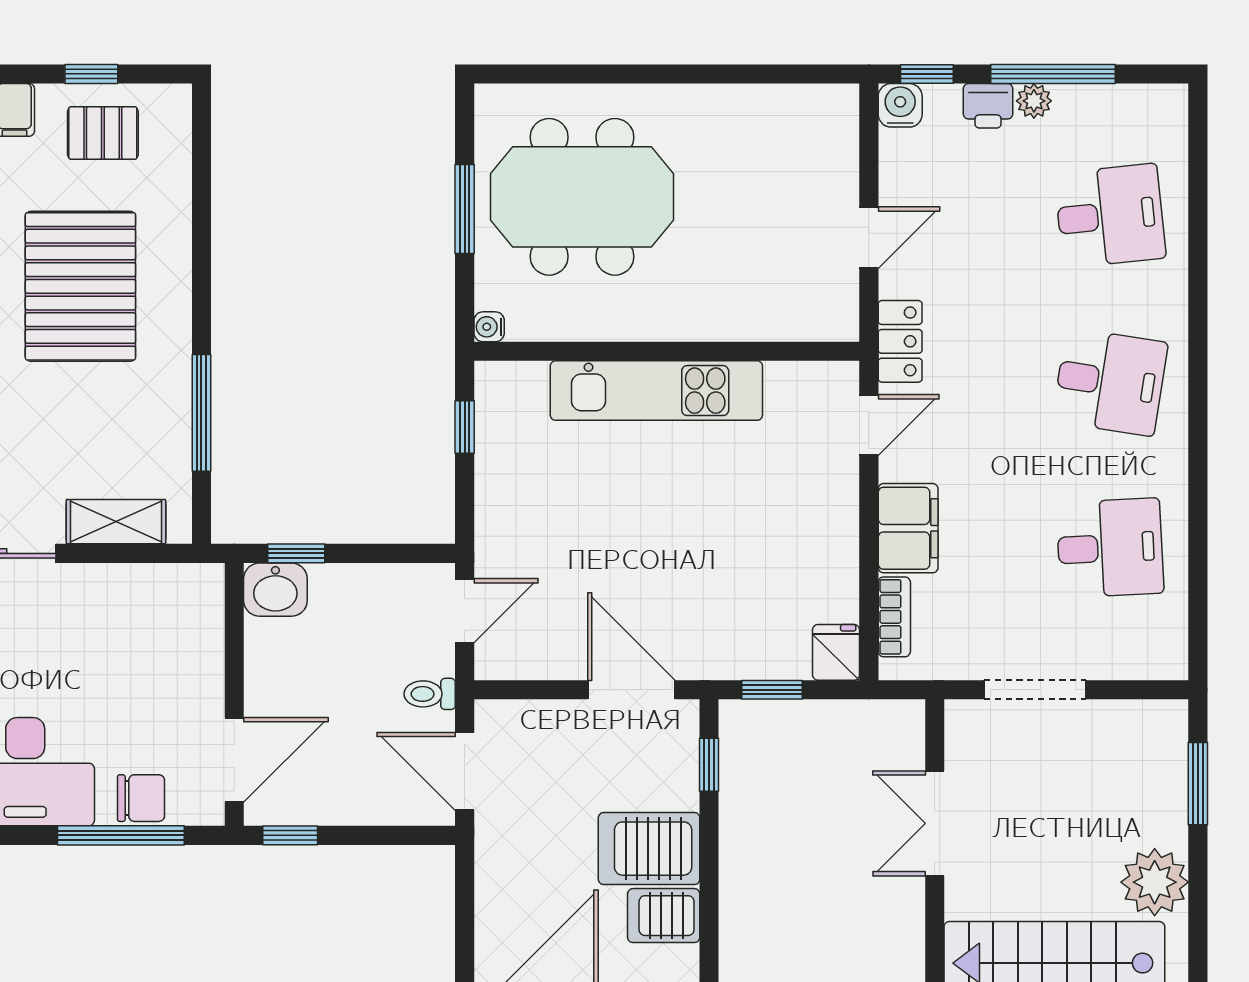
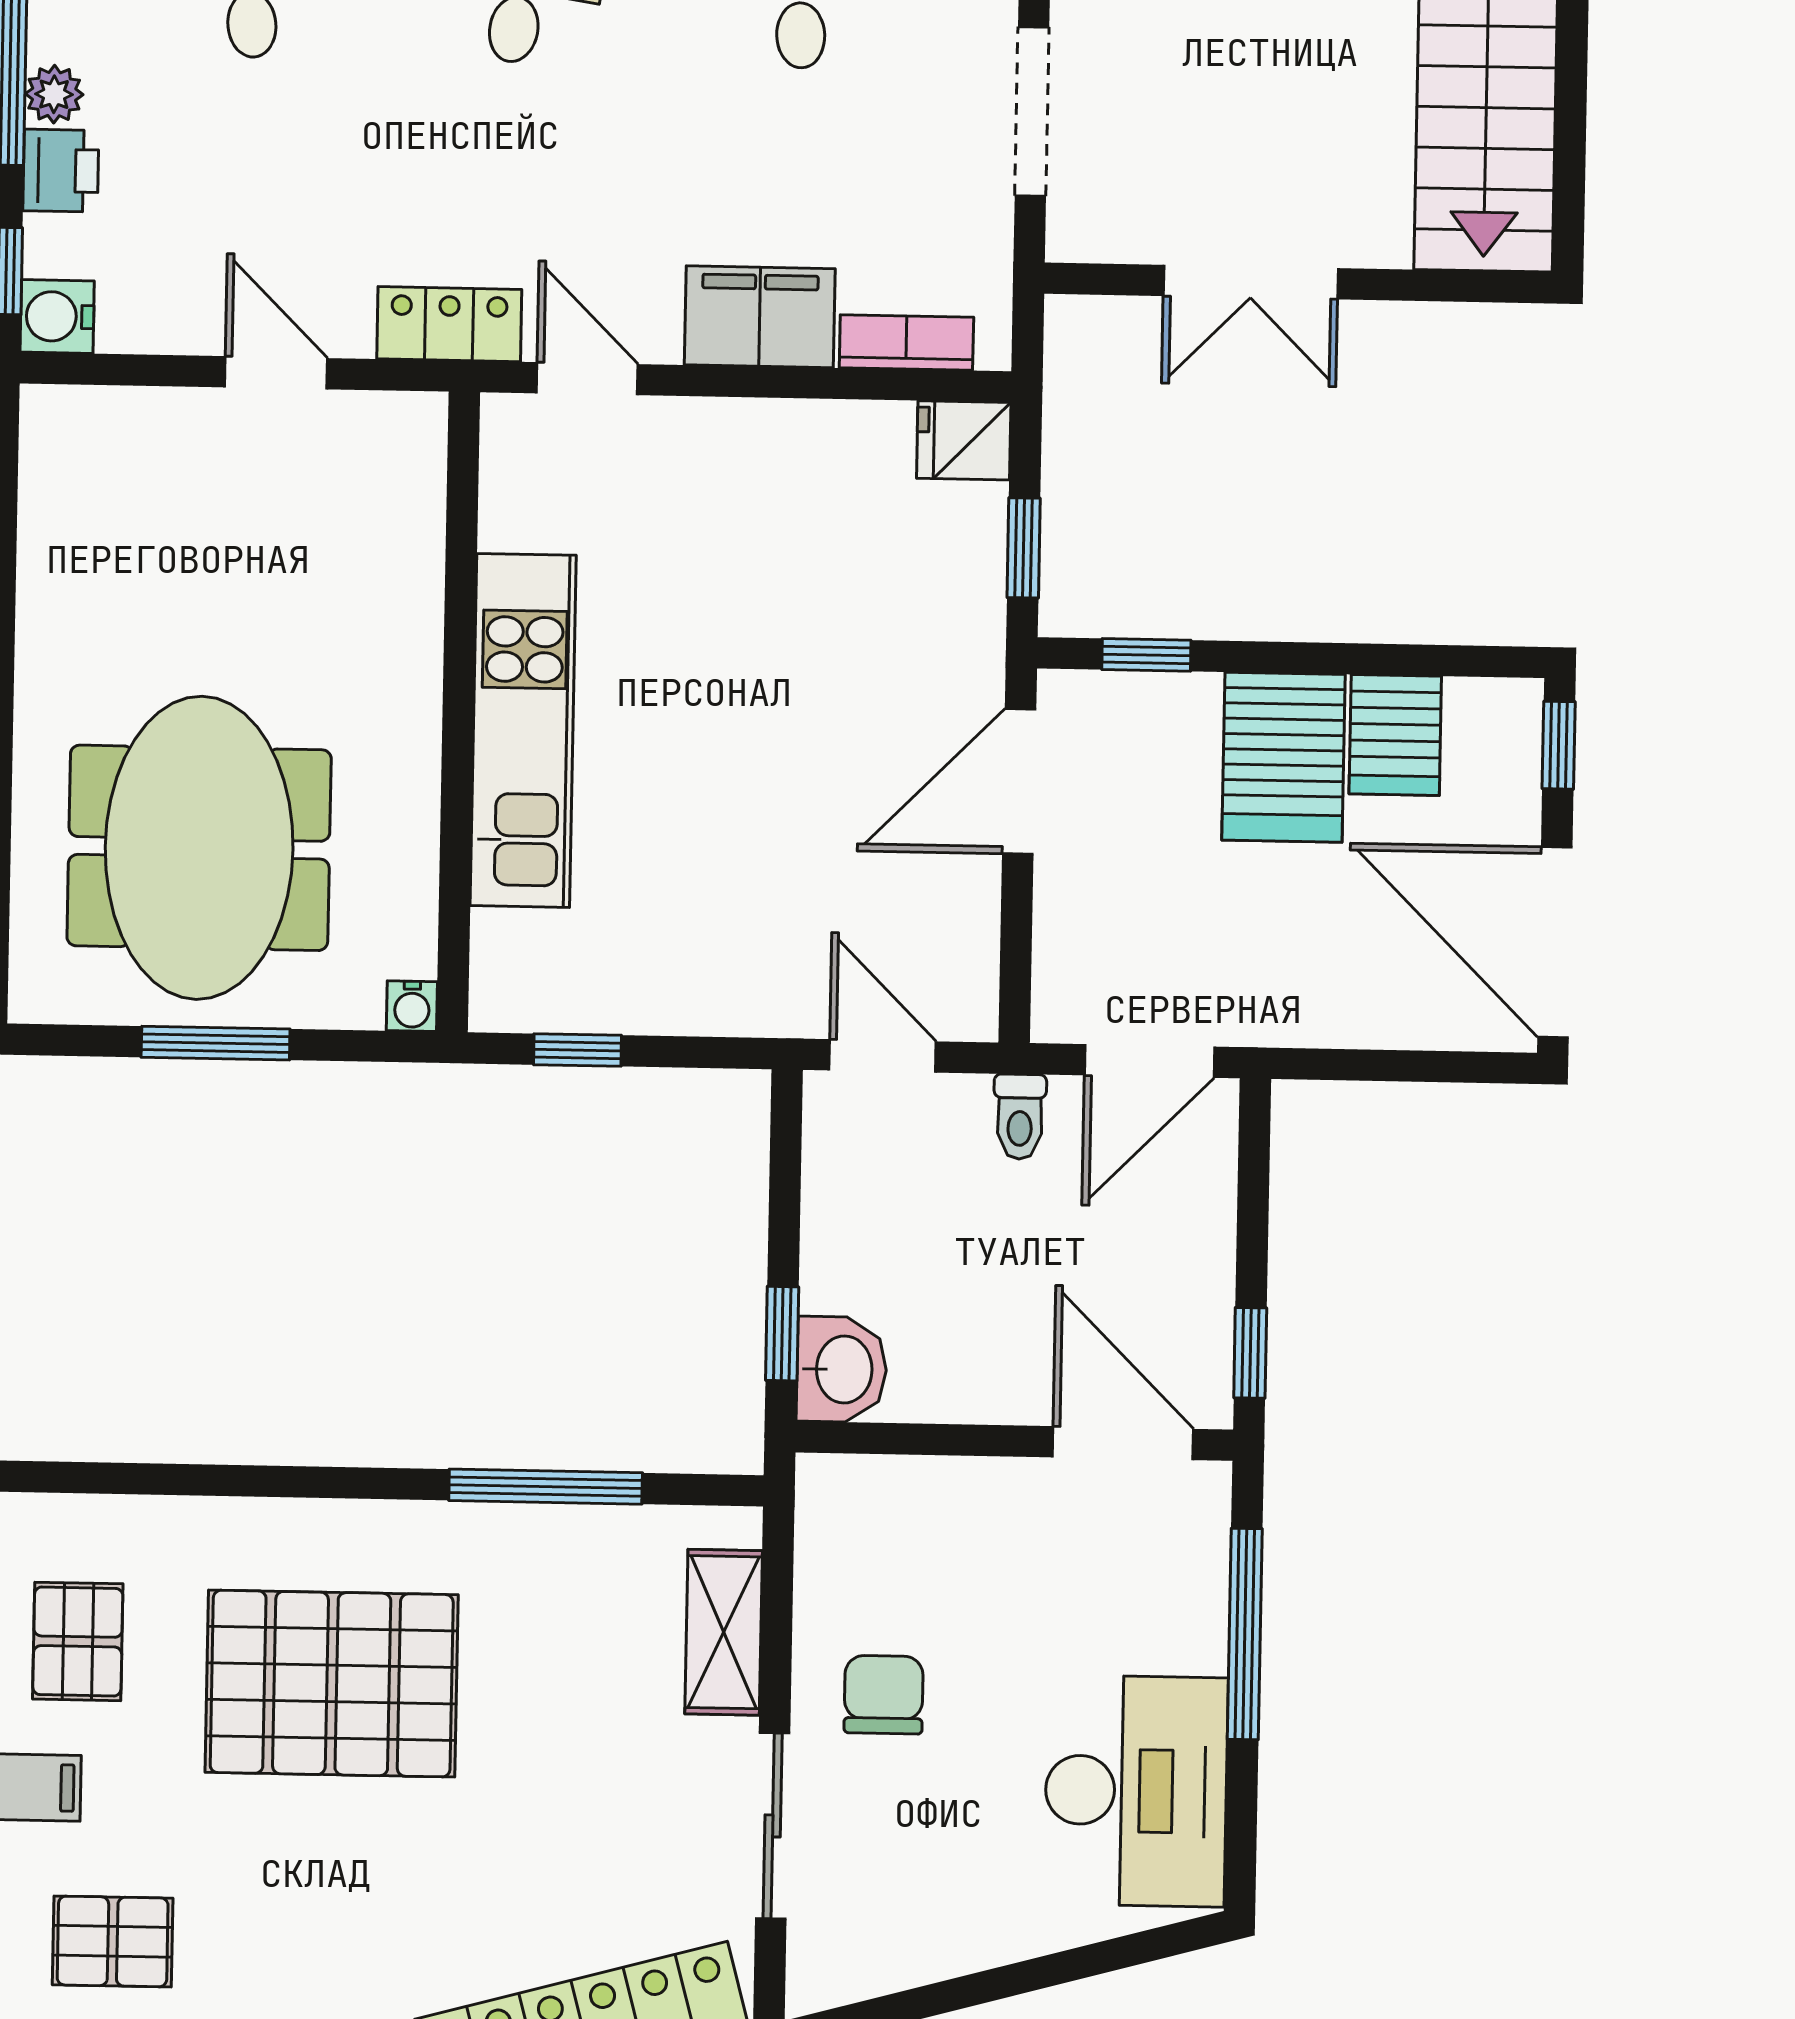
chair: (141, 798) -> (884, 1695), moved

